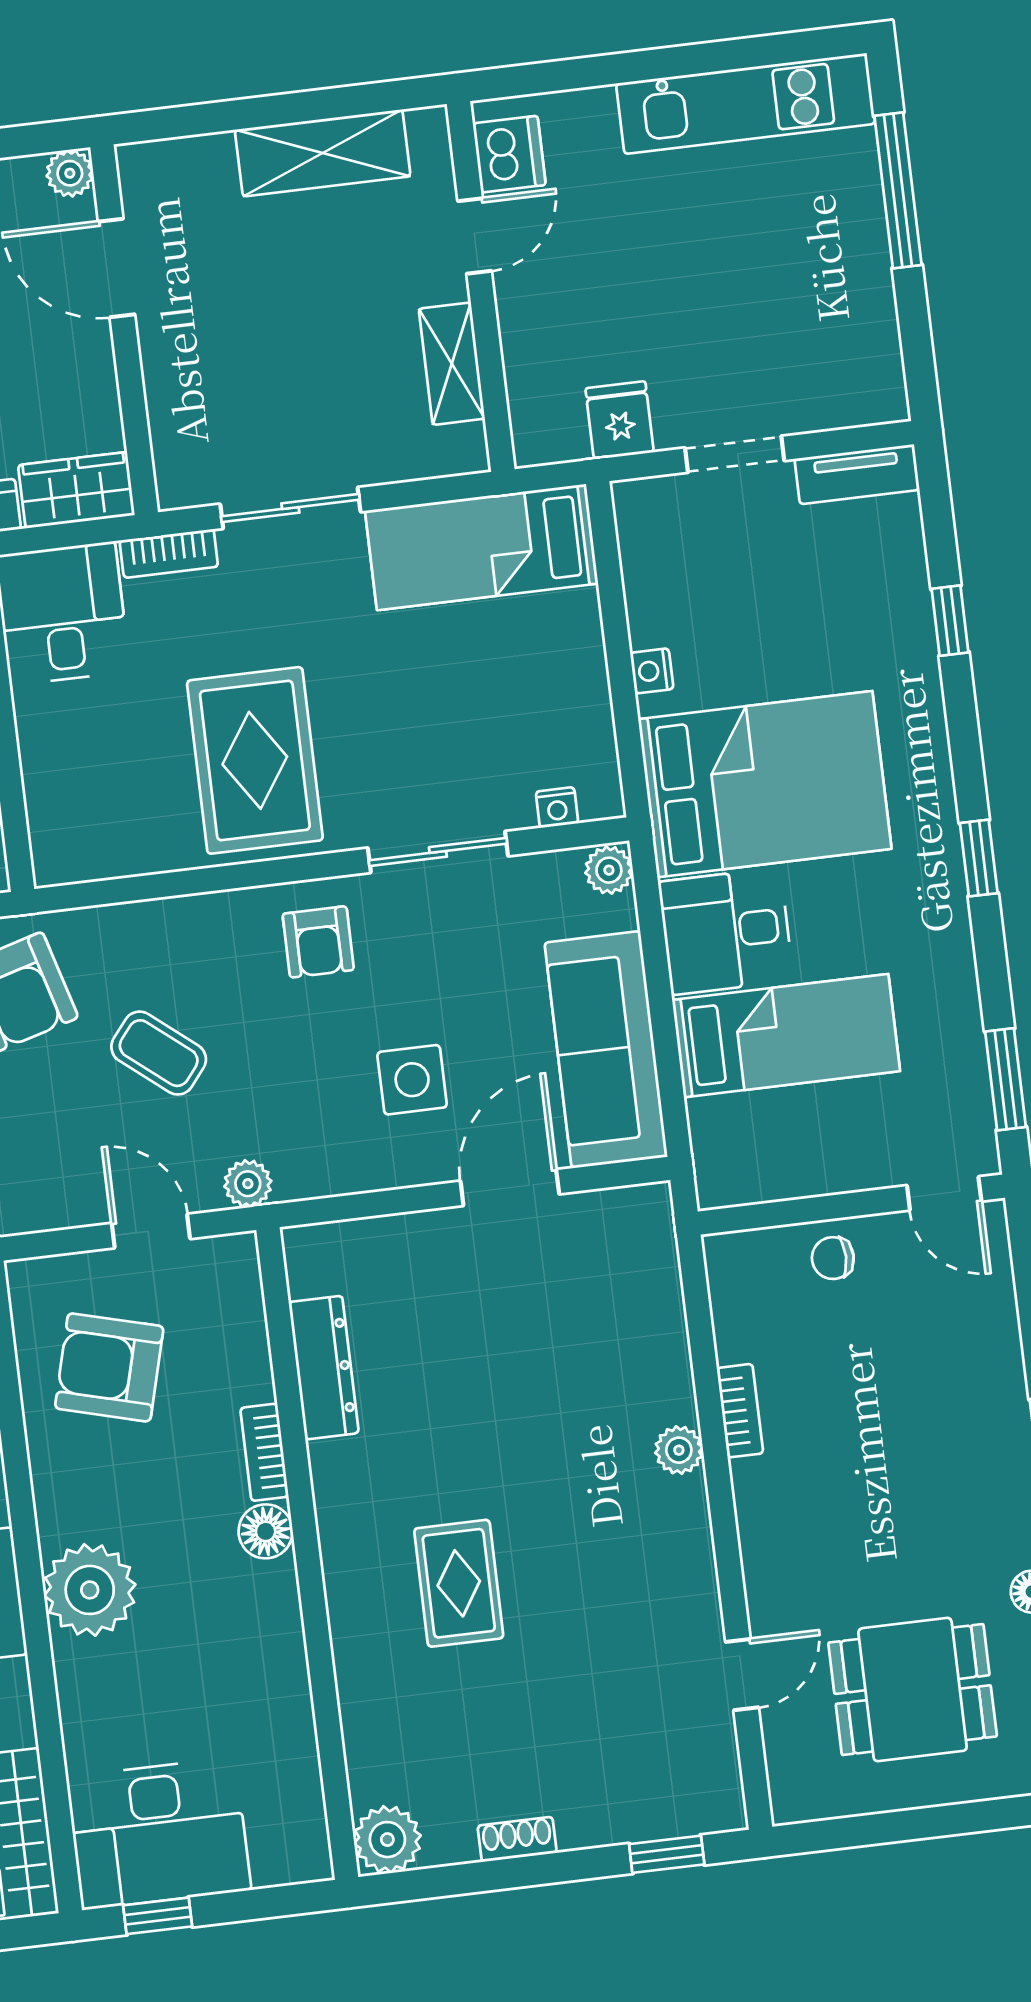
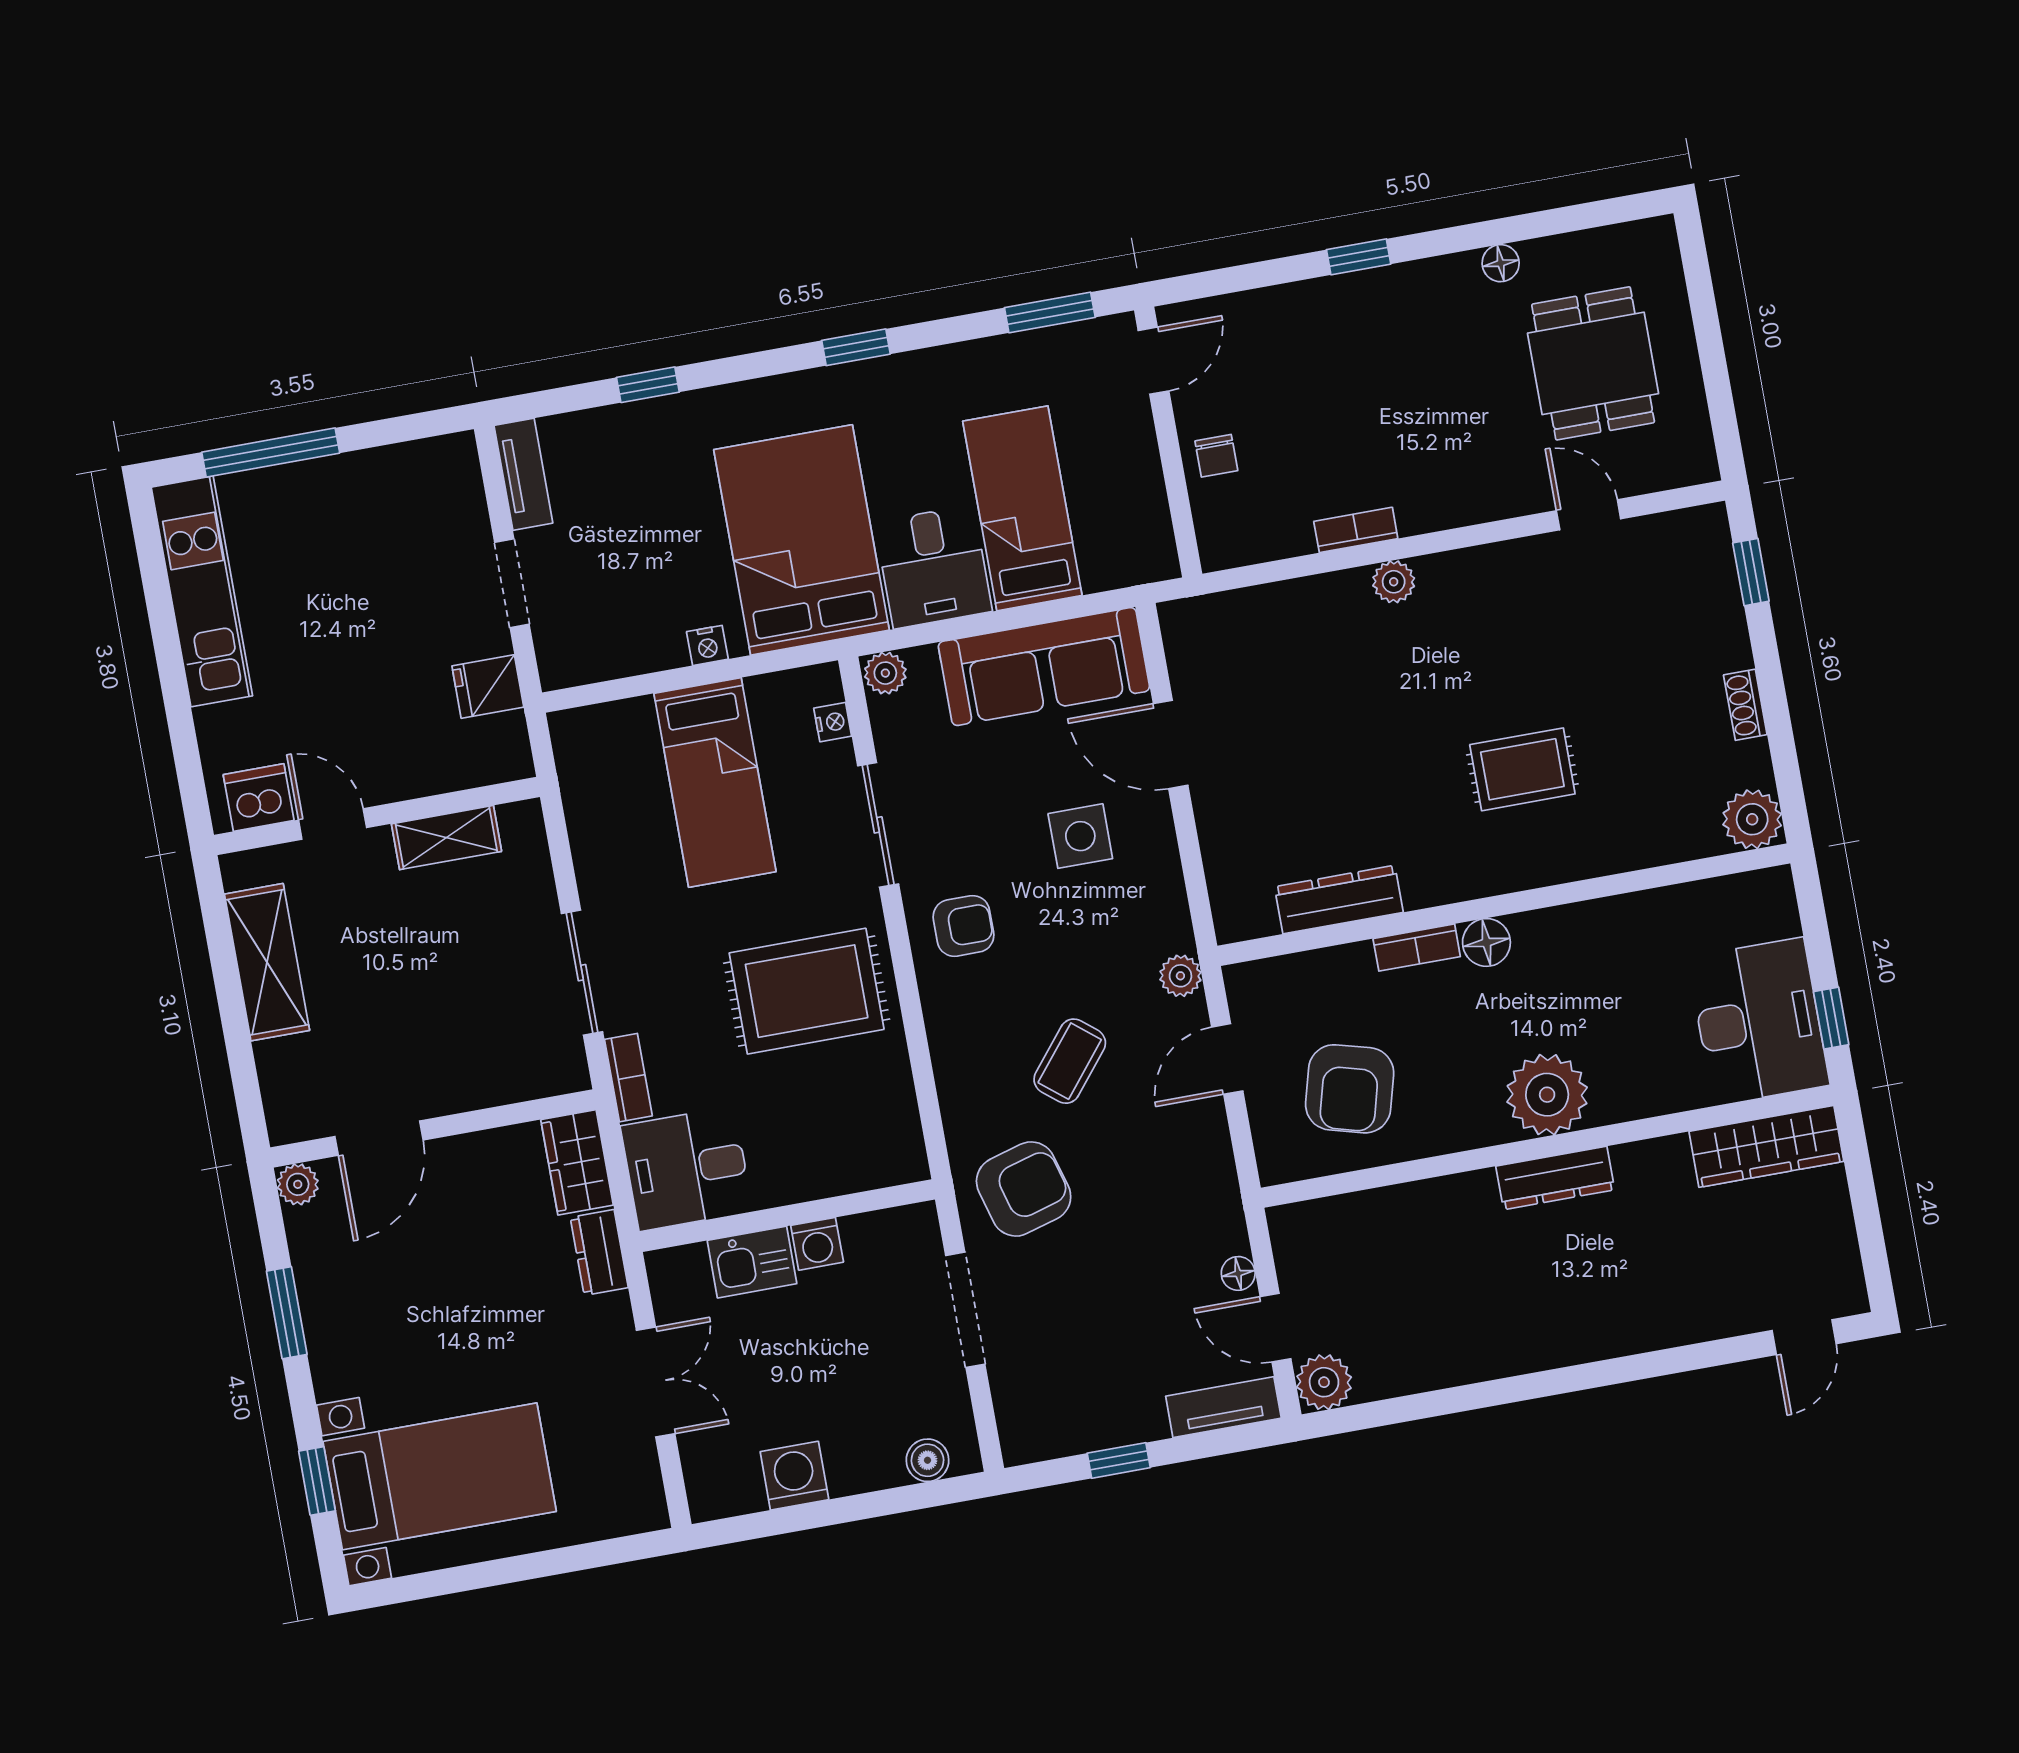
bed: (482, 547) -> (715, 782), moved

